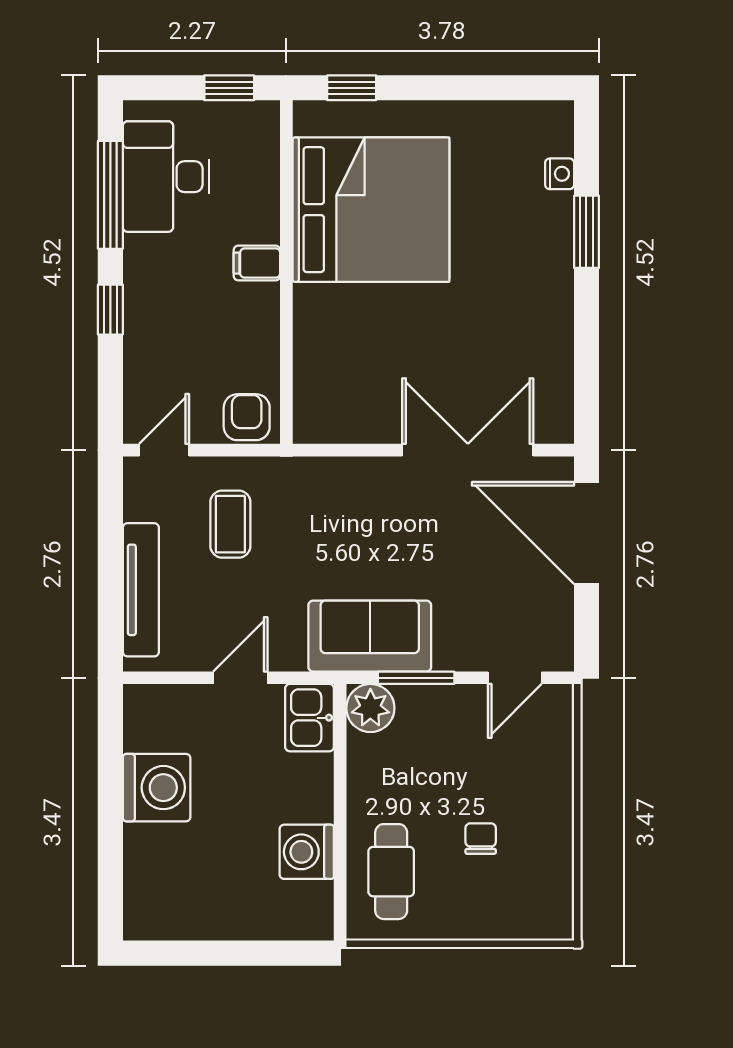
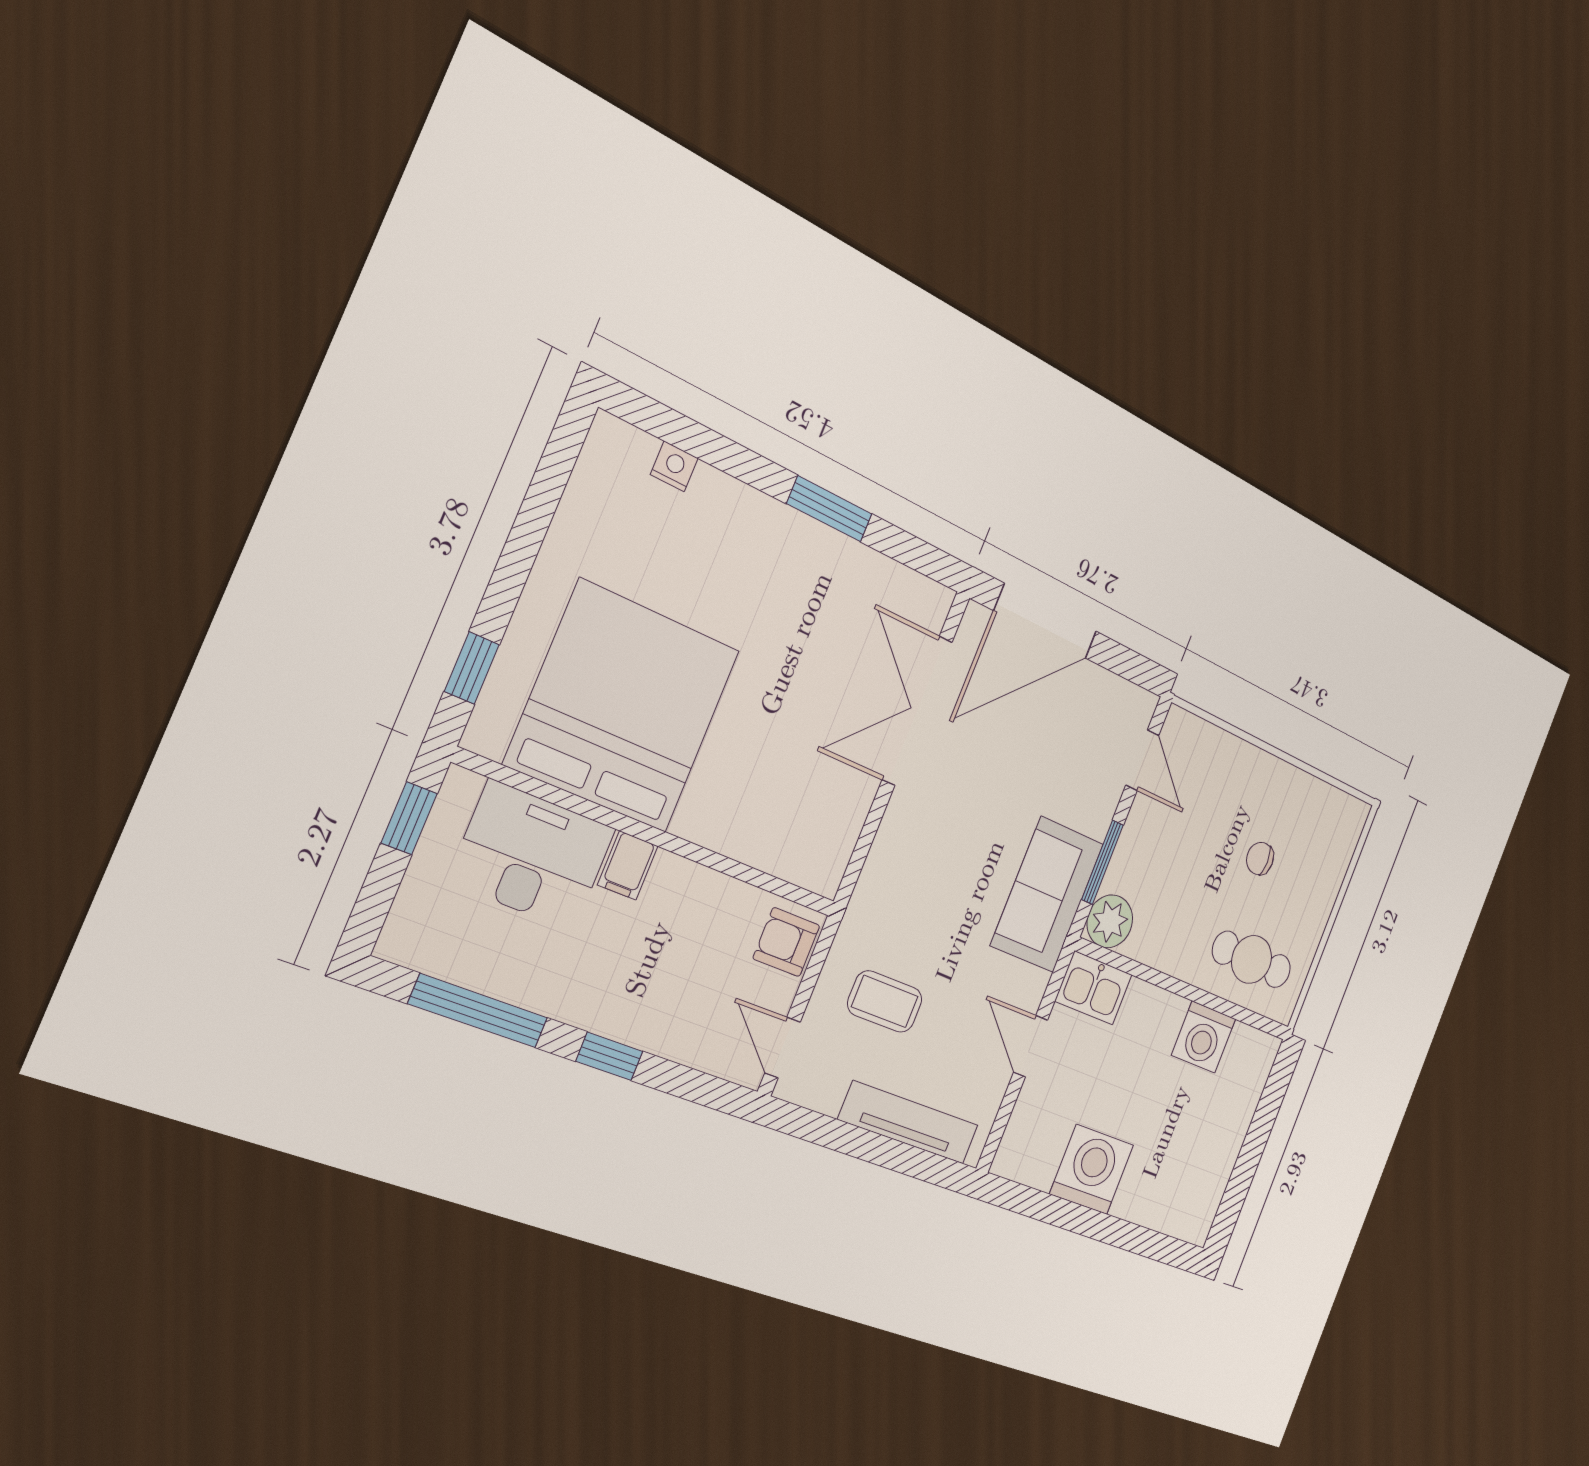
desk: (166, 177) -> (532, 855), moved, turned 180
window: (586, 232) -> (829, 509), moved

